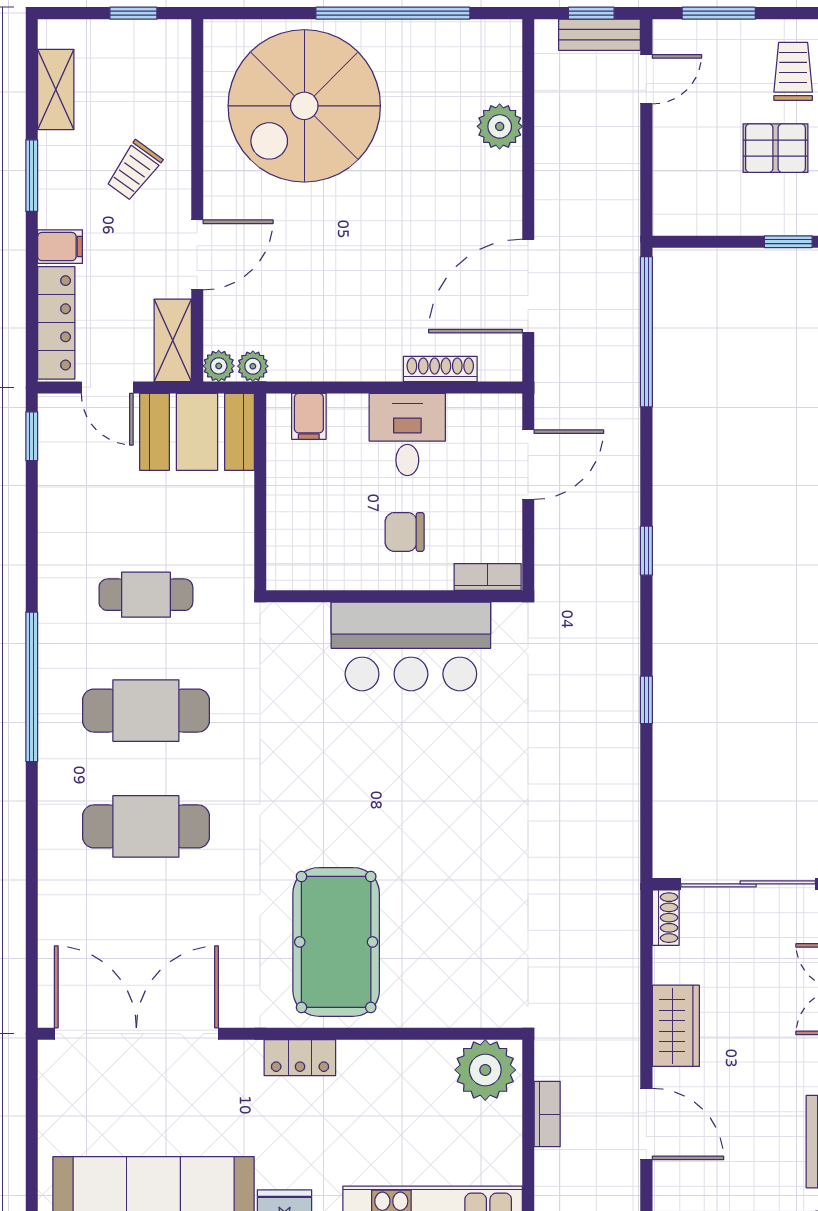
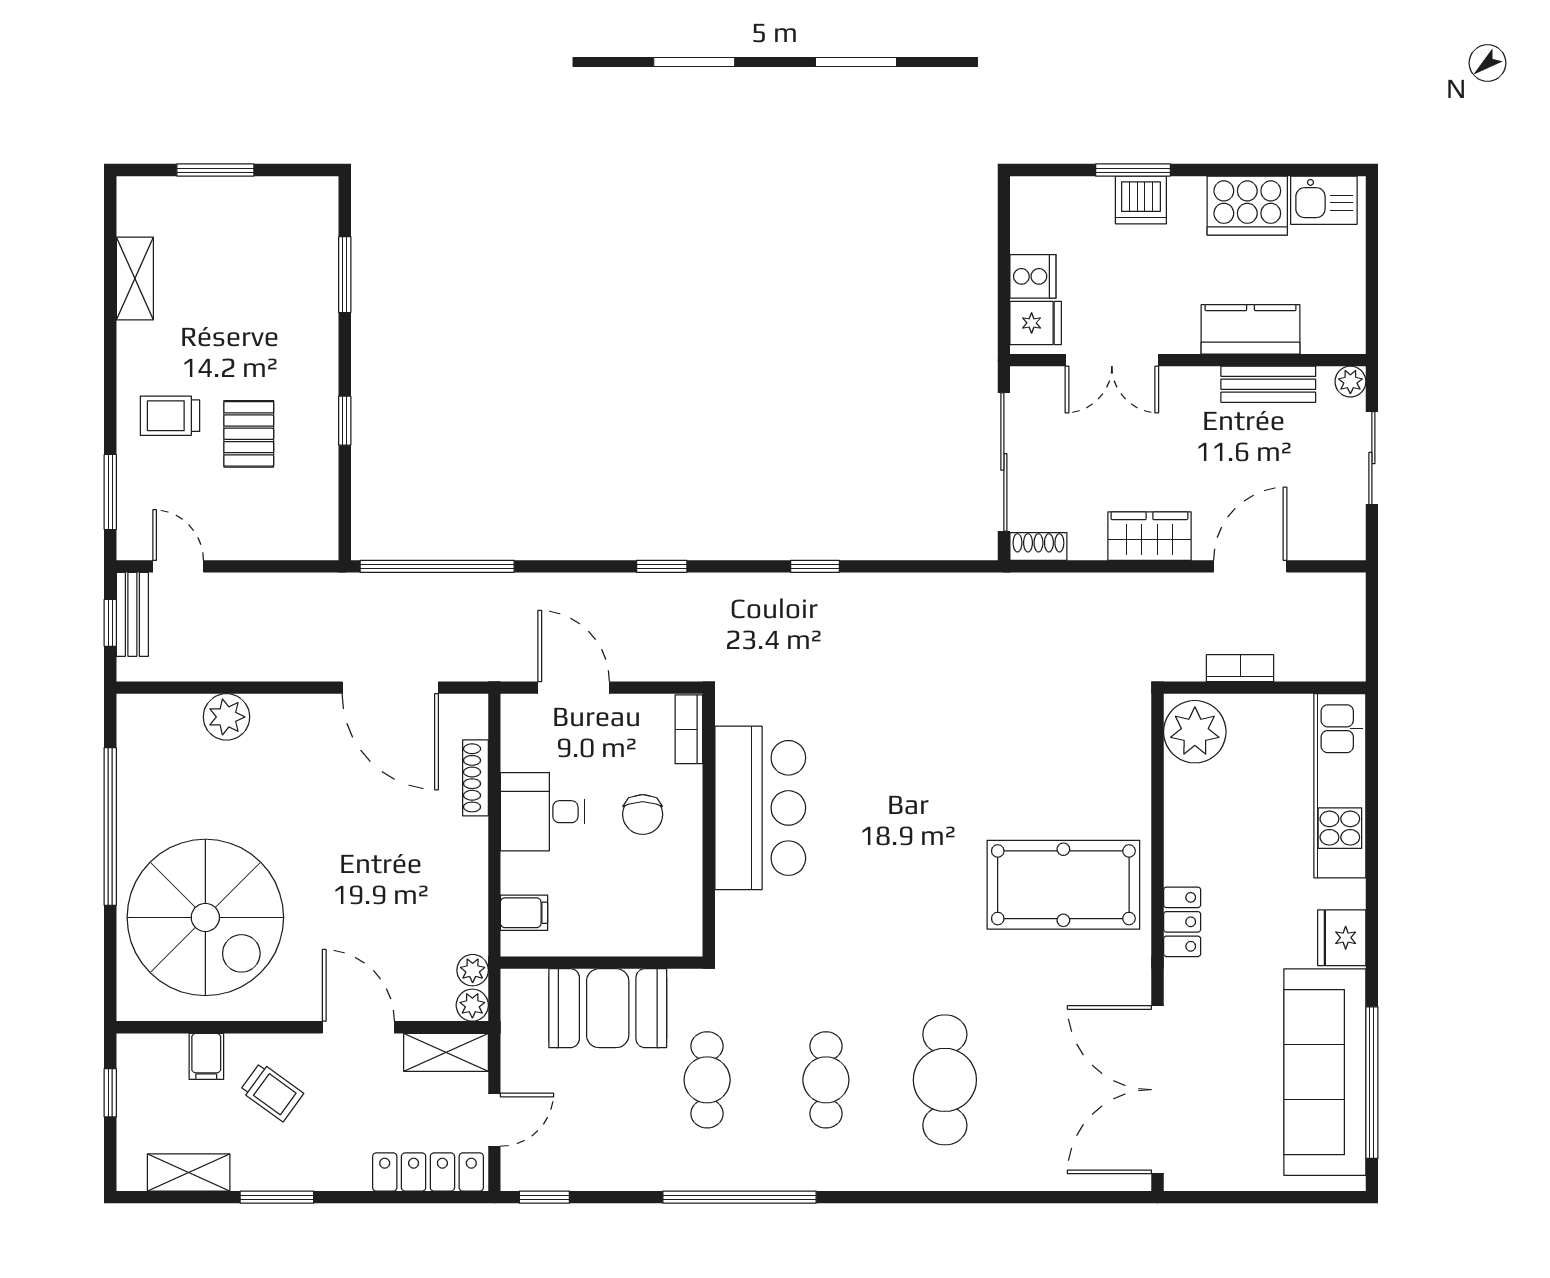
filing cabinet: (60, 247) -> (206, 1056), moved, turned 180
booth: (197, 432) -> (608, 1008), moved, turned 90
window: (32, 687) -> (740, 1197), moved
cafe table: (146, 711) -> (826, 1080), width x0.73, depth x0.74

